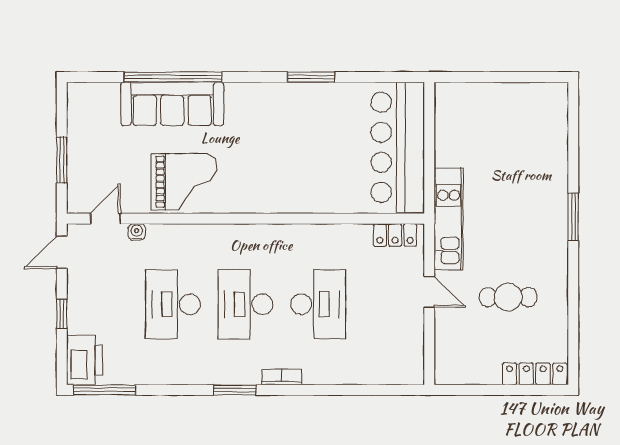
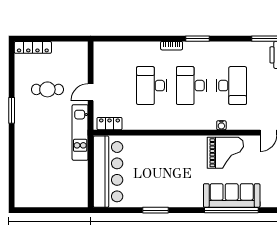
grand piano: (184, 182) -> (225, 153), turned 180
window: (573, 217) -> (12, 110), moved
water cooler: (137, 232) -> (221, 125), moved
door: (429, 292) -> (91, 92), hinge flipped
desk: (245, 304) -> (192, 86), turned 180

